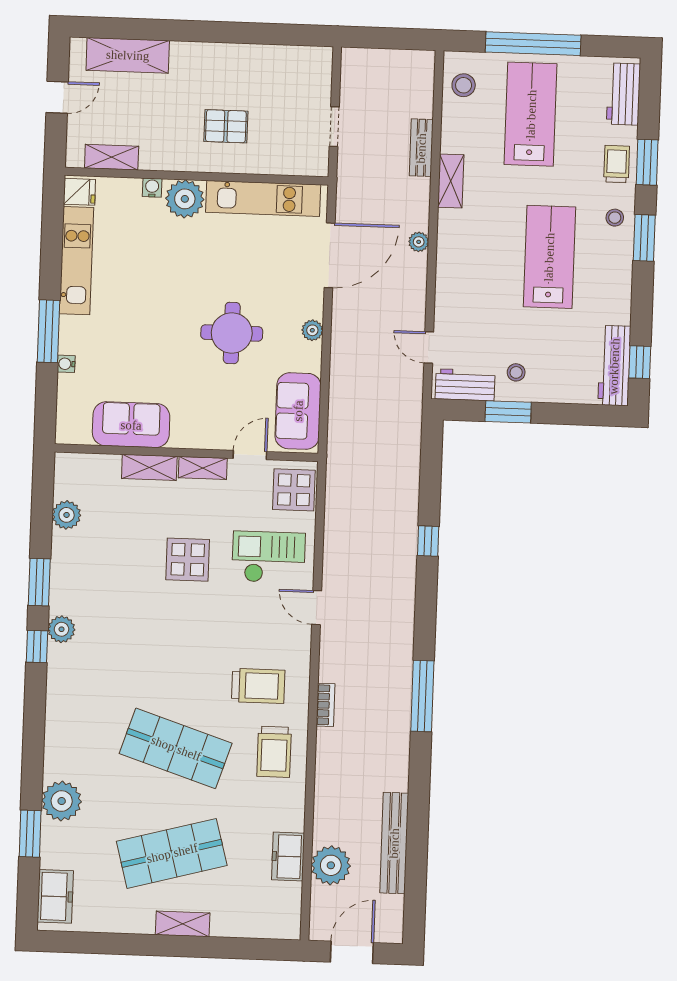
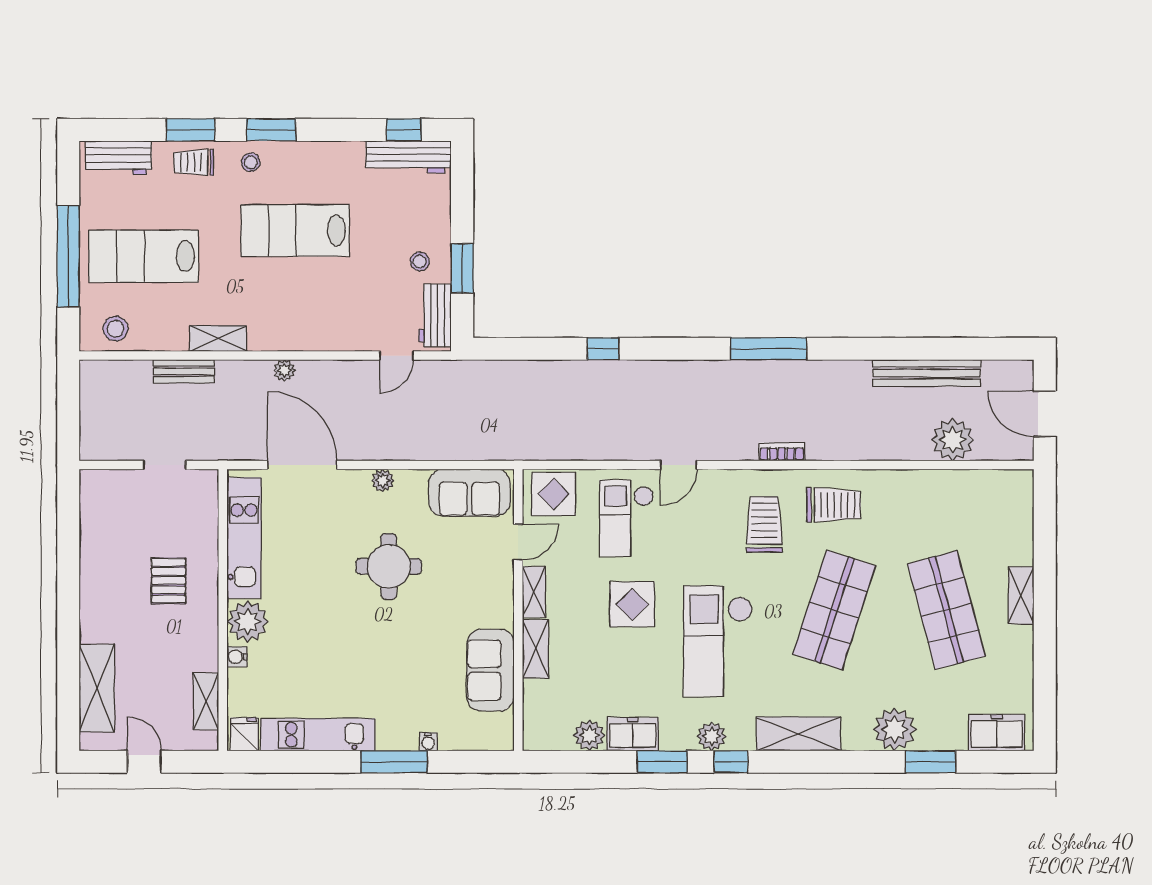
door: (250, 455) -> (518, 542), swing flipped
checkout: (150, 639) -> (718, 641), added
shelving: (61, 711) -> (798, 734), added
freezer: (288, 857) -> (633, 734), moved, turned 180

